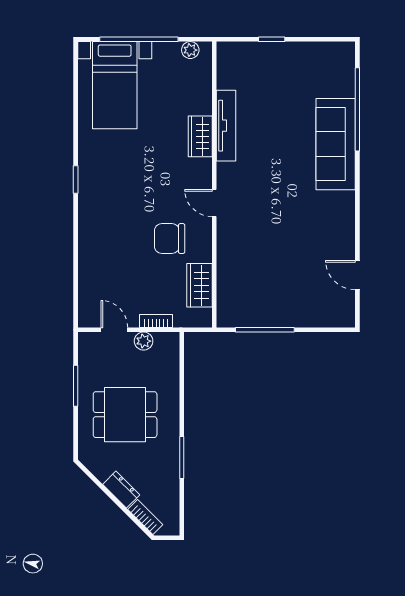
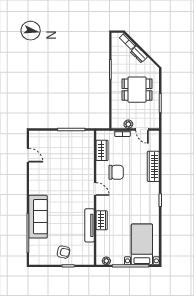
armchair: (281, 69) -> (64, 252), added
wardrobe: (90, 251) -> (153, 166), added

